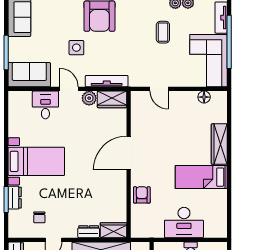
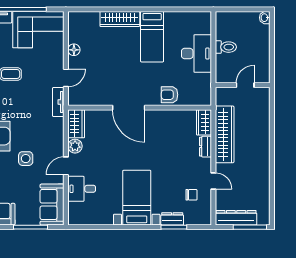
tv unit: (107, 81) -> (58, 102), moved, width x0.71
floor lamp: (204, 97) -> (74, 50), moved

